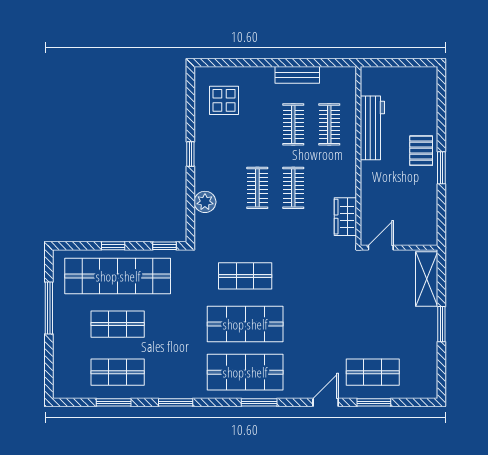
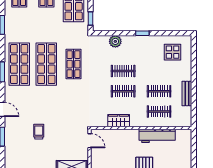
wardrobe: (345, 217) -> (119, 121), moved
trolley: (365, 338) -> (39, 132), added
shop shelf: (373, 372) -> (19, 136), removed

